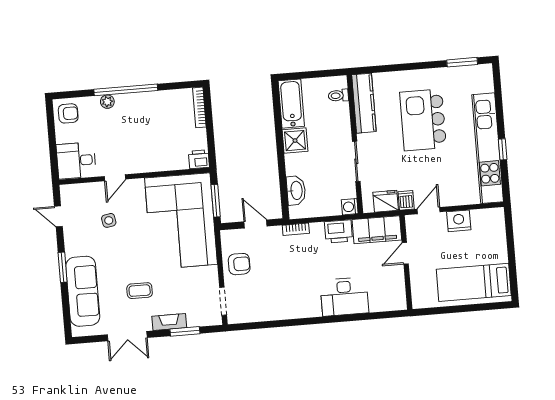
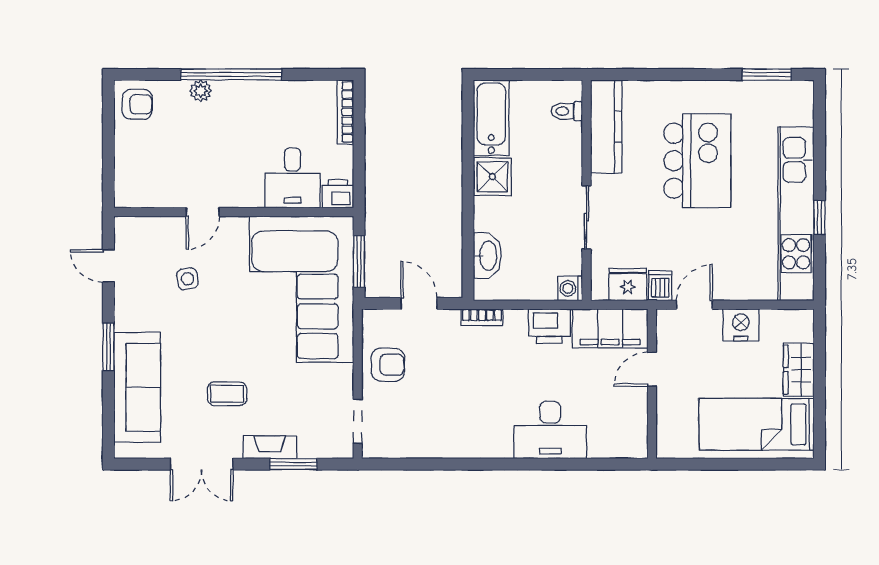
kitchen island: (423, 120) -> (697, 161), turned 180
desk: (76, 161) -> (292, 178), moved, turned -90
wardrobe: (497, 246) -> (799, 370), added

